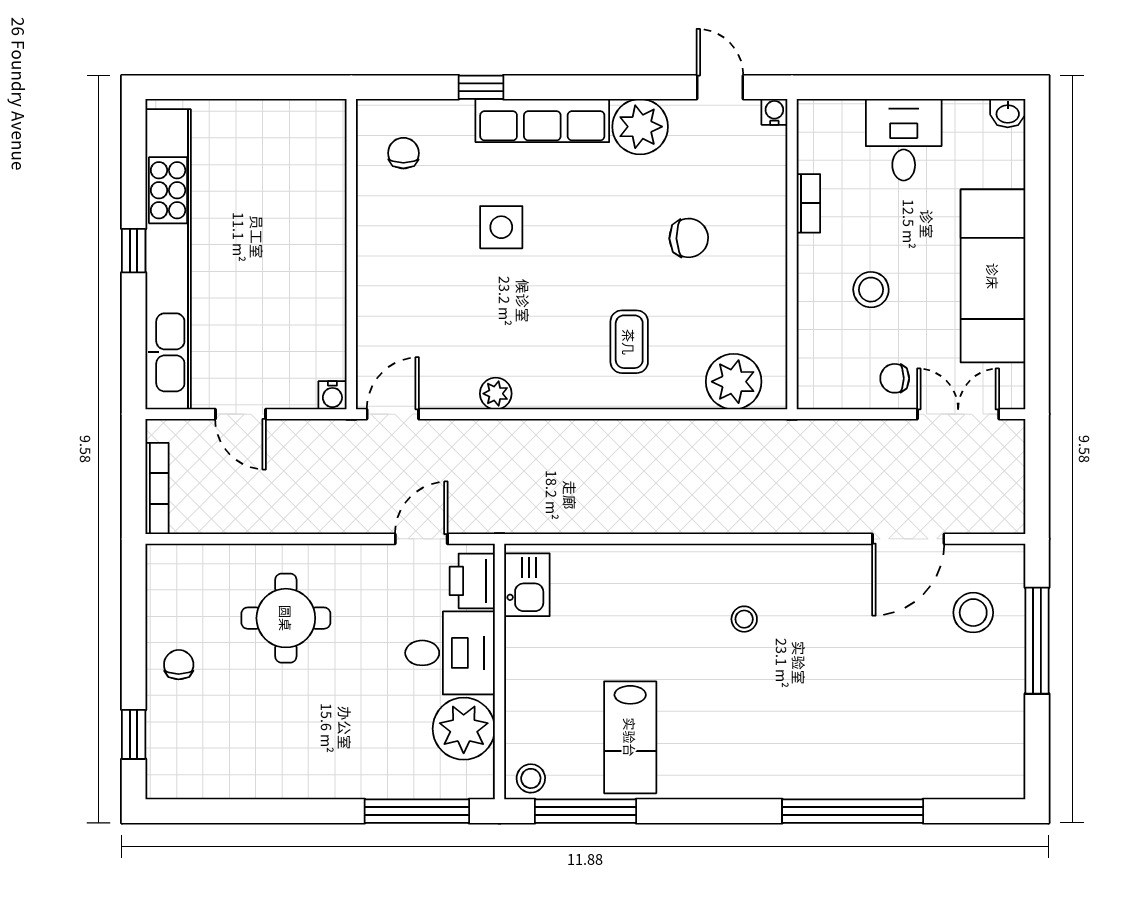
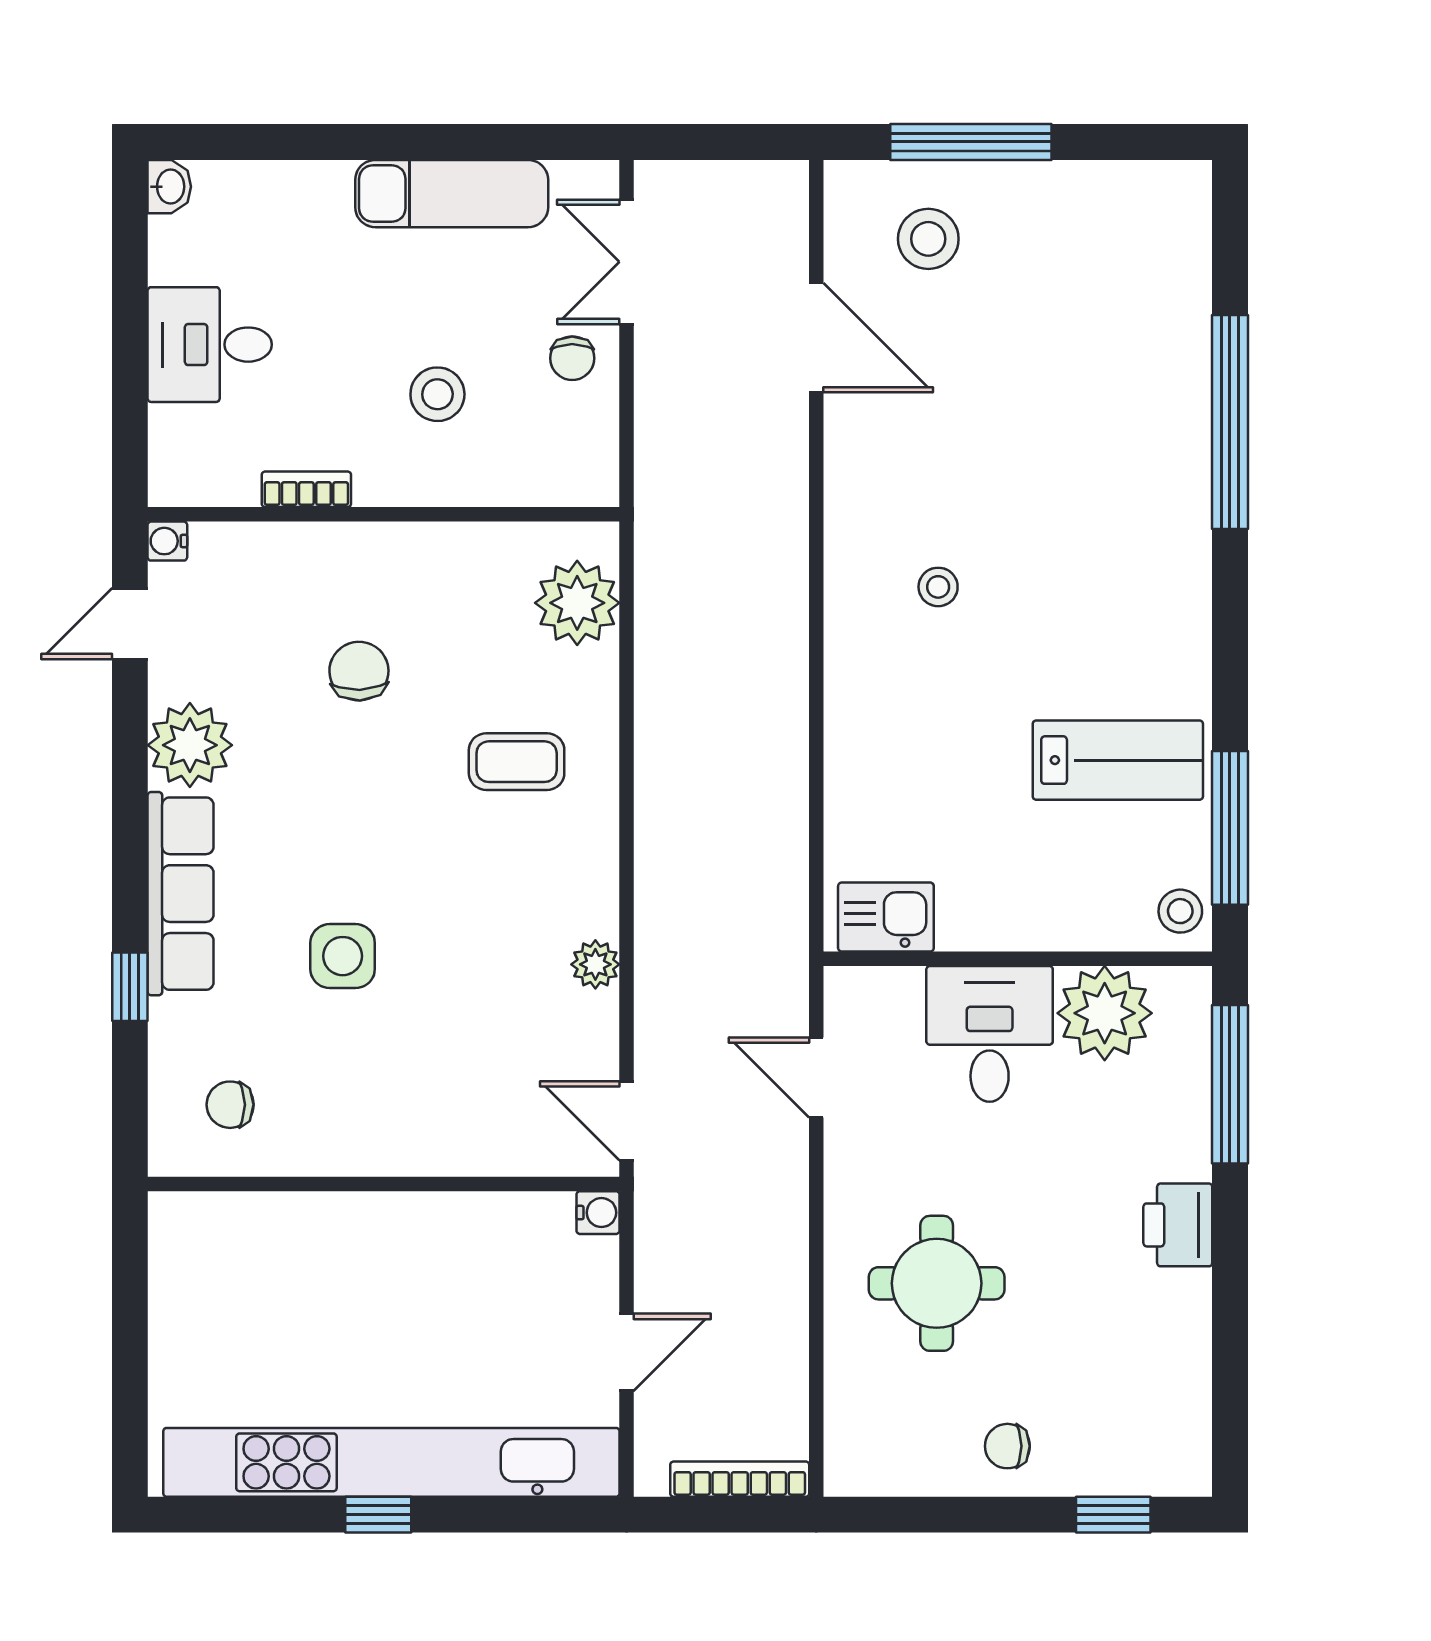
exam couch: (993, 276) -> (452, 194), width x0.73, depth x0.69
printer: (472, 581) -> (1178, 1225), moved, turned 90

